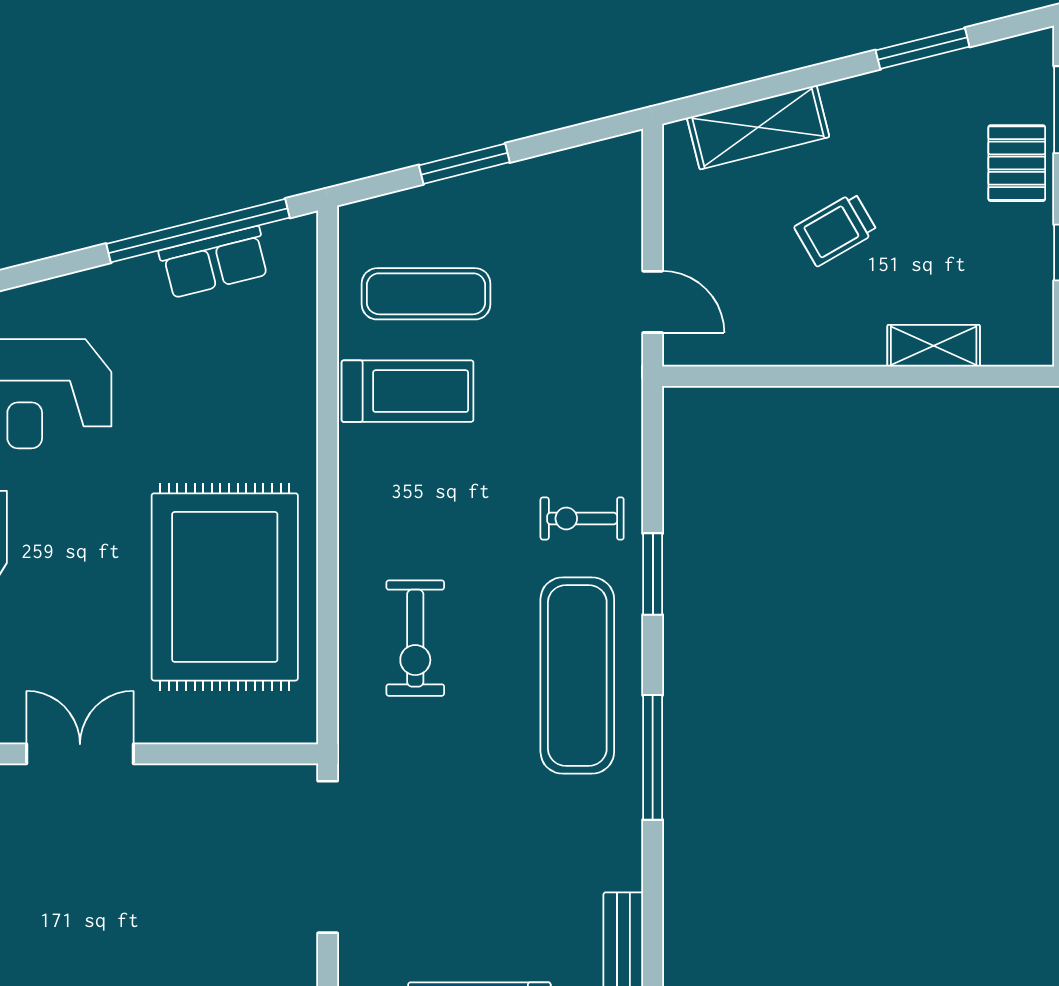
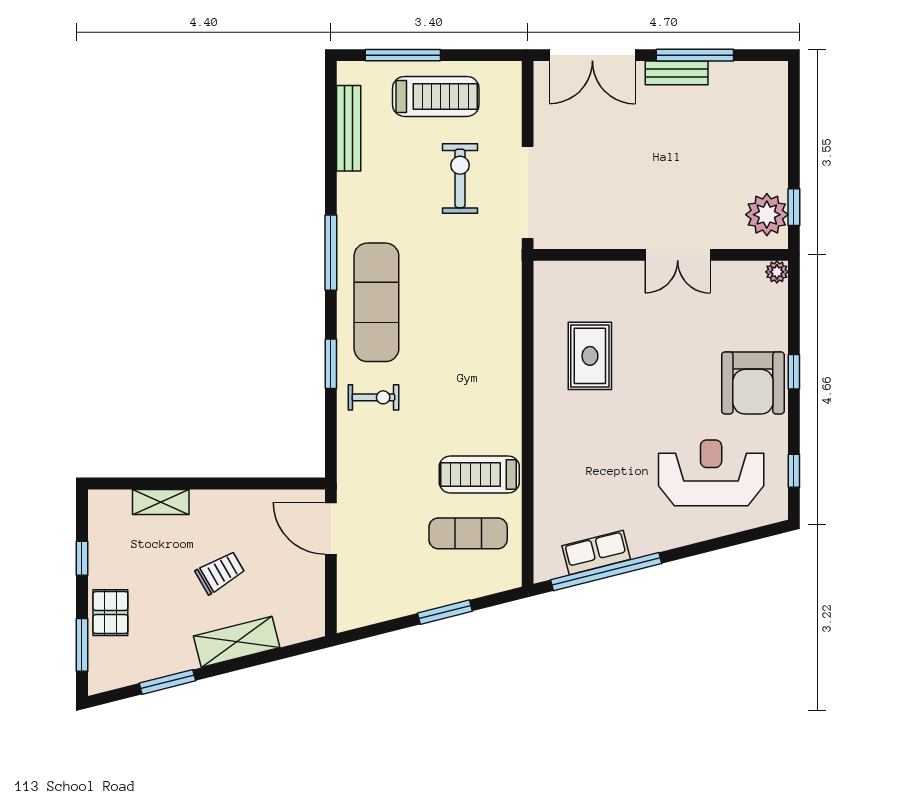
shelving: (758, 127) -> (237, 642), moved
door: (653, 302) -> (331, 529), width x1.38
rug: (225, 587) -> (590, 356), width x0.54, depth x0.49
exercise bike: (415, 638) -> (460, 178), moved

